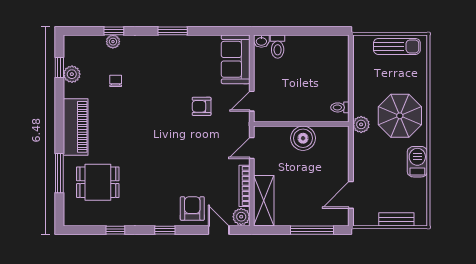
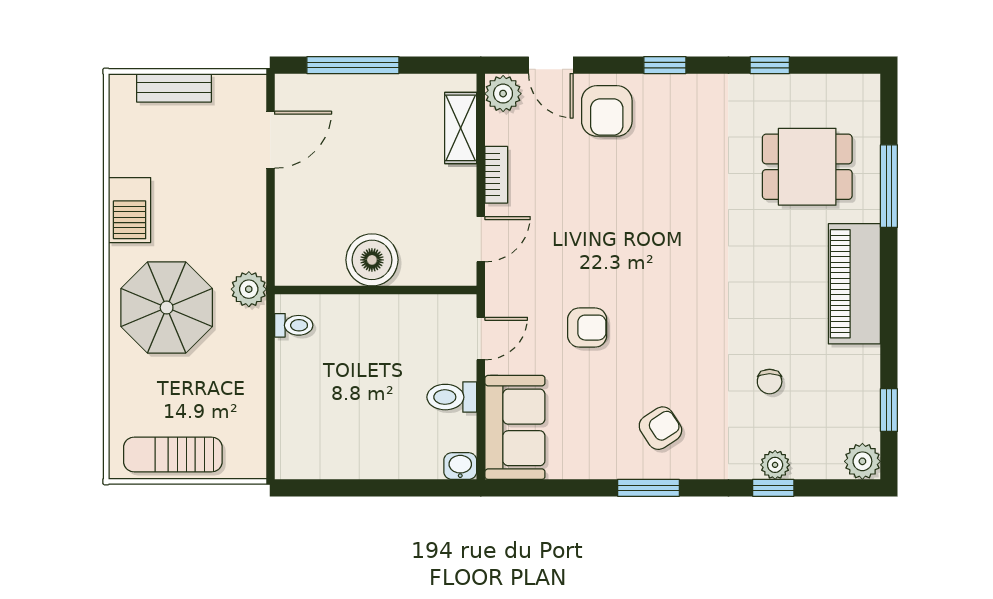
toilet: (278, 47) -> (452, 397), moved, turned -90
armchair: (167, 59) -> (660, 428), added
plant: (72, 74) -> (862, 461), moved
bookcase: (244, 186) -> (496, 175), width x0.64
shelving: (264, 200) -> (461, 128), width x0.67, depth x0.75

